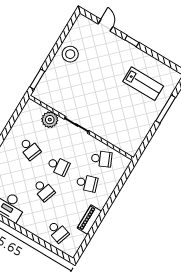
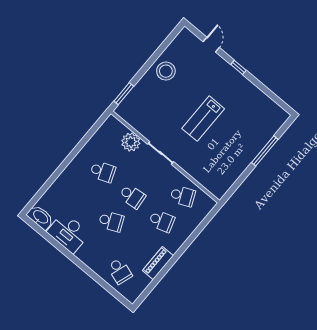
lab bench: (143, 84) -> (203, 119), moved, turned 90
school desk: (30, 149) -> (103, 172), turned -42
school desk: (44, 190) -> (111, 221), turned -42

